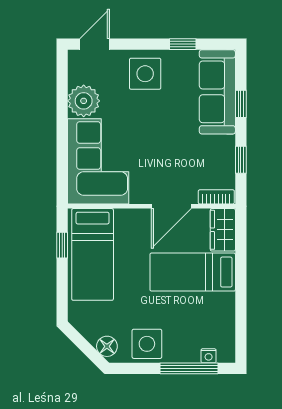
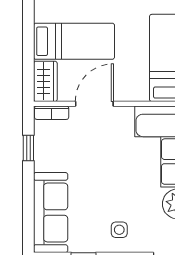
side table: (145, 74) -> (119, 230), width x0.54, depth x0.54
window: (241, 104) -> (28, 201), removed

